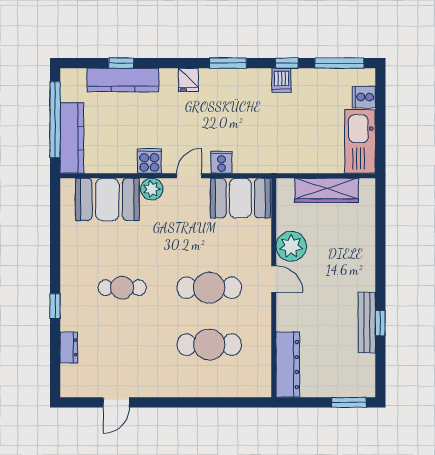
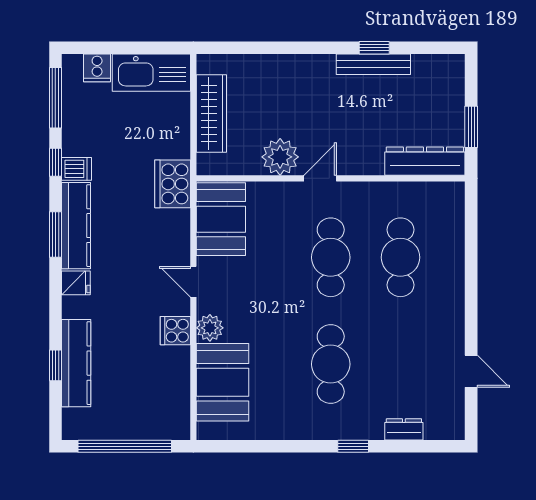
kitchen counter: (72, 138) -> (76, 226), moved, turned 90
cooker: (221, 162) -> (173, 184), moved, width x1.87, depth x1.31
cafe table: (122, 288) -> (331, 364), width x1.37, depth x1.35
window: (349, 402) -> (471, 127), moved

